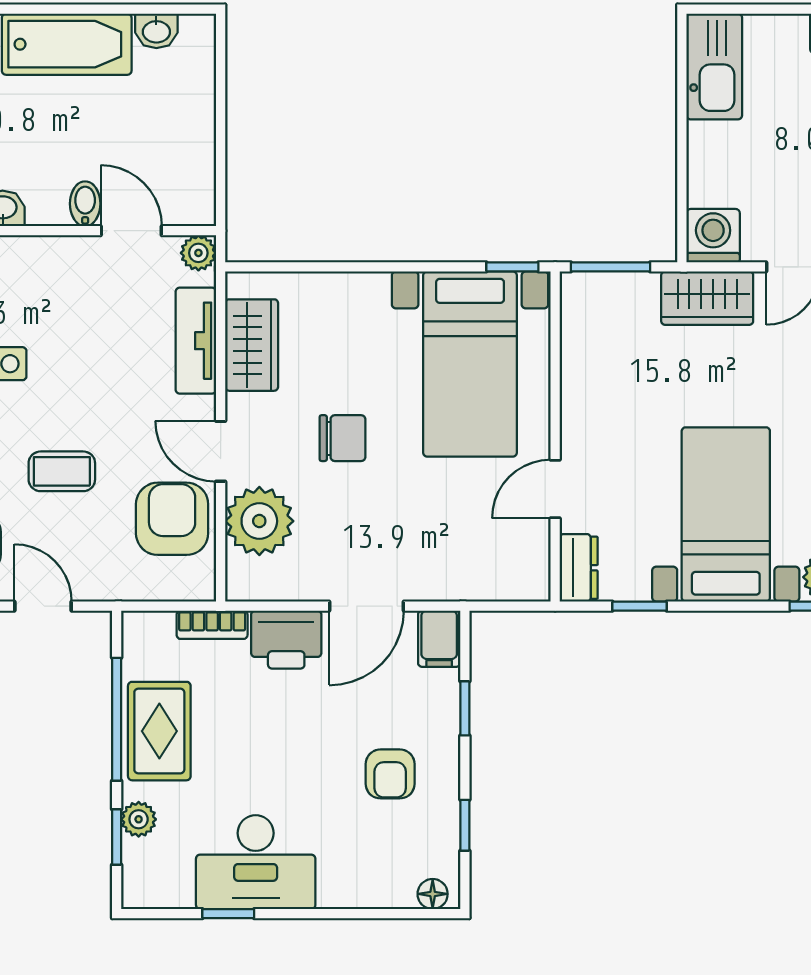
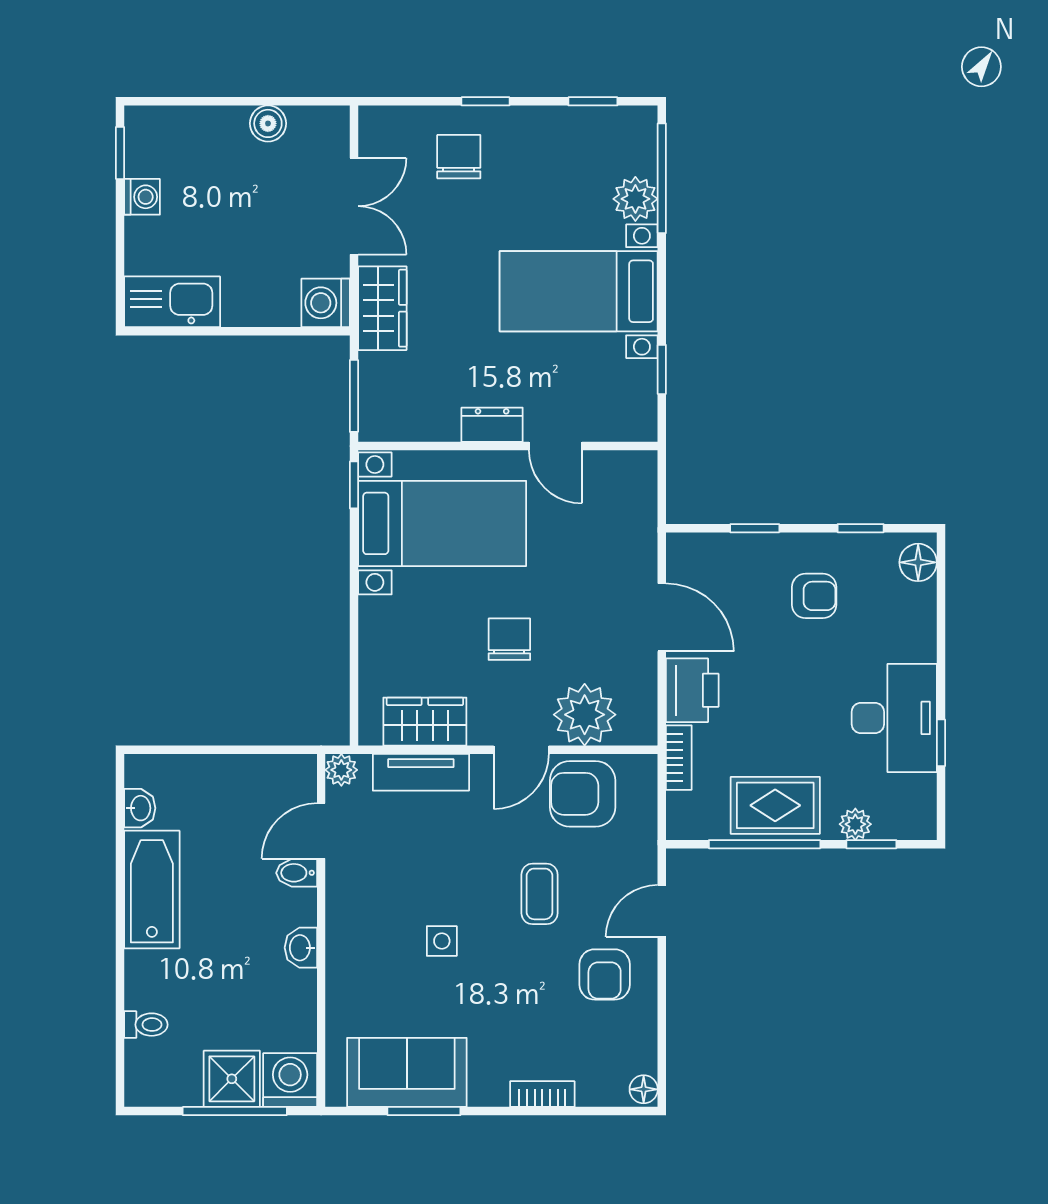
dresser: (579, 568) -> (492, 425), moved
filing cabinet: (439, 639) -> (691, 551), removed
floor lamp: (433, 894) -> (918, 562), width x1.37, depth x1.37

